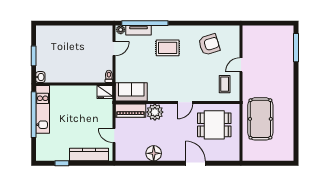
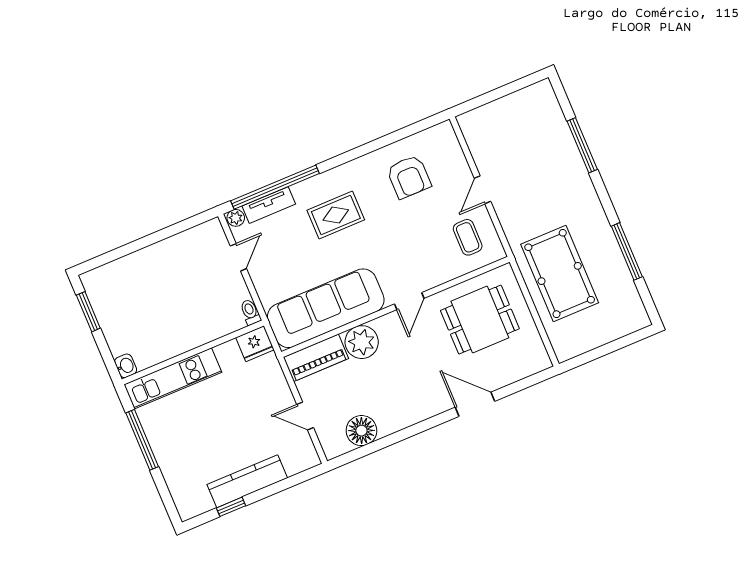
armchair: (209, 44) -> (409, 177), turned 107
window: (296, 48) -> (582, 145), moved
window: (34, 56) -> (88, 312), moved
sofa: (131, 92) -> (326, 308), width x1.85, depth x1.27
kitchen unit: (43, 109) -> (173, 378), moved, turned 90
window: (34, 115) -> (142, 440), width x0.68
window: (296, 122) -> (627, 251), added
floor lamp: (154, 153) -> (361, 431), moved
kitchen counter: (89, 155) -> (247, 481), moved

